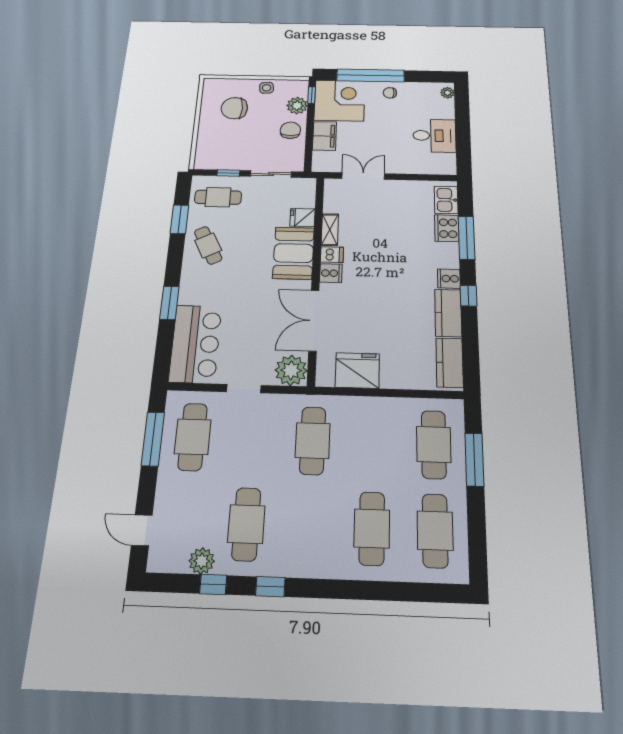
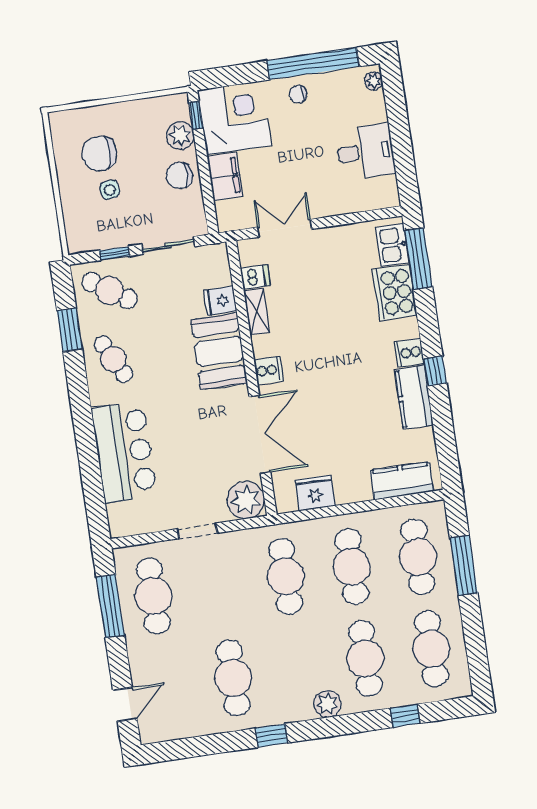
window: (371, 75) -> (313, 64), moved
side table: (267, 88) -> (110, 190), moved
chair: (290, 130) -> (179, 175), turned -90
cafe table: (218, 197) -> (110, 290), turned 33
cooker: (447, 228) -> (395, 292), width x1.37, depth x1.31
window: (467, 238) -> (418, 258), moved
dishwasher: (332, 255) -> (255, 277), moved
window: (169, 303) -> (86, 442), removed
double door: (314, 320) -> (260, 434), swing flipped
bar counter: (195, 344) -> (124, 452), moved
kitchen counter: (450, 363) -> (402, 481), moved, turned 90
fridge: (357, 370) -> (315, 493), width x0.73, depth x0.75
cafe table: (373, 442) -> (352, 567), added
door: (142, 530) -> (125, 704), swing flipped
plant: (202, 561) -> (327, 704), moved
window: (213, 585) -> (405, 716), moved

